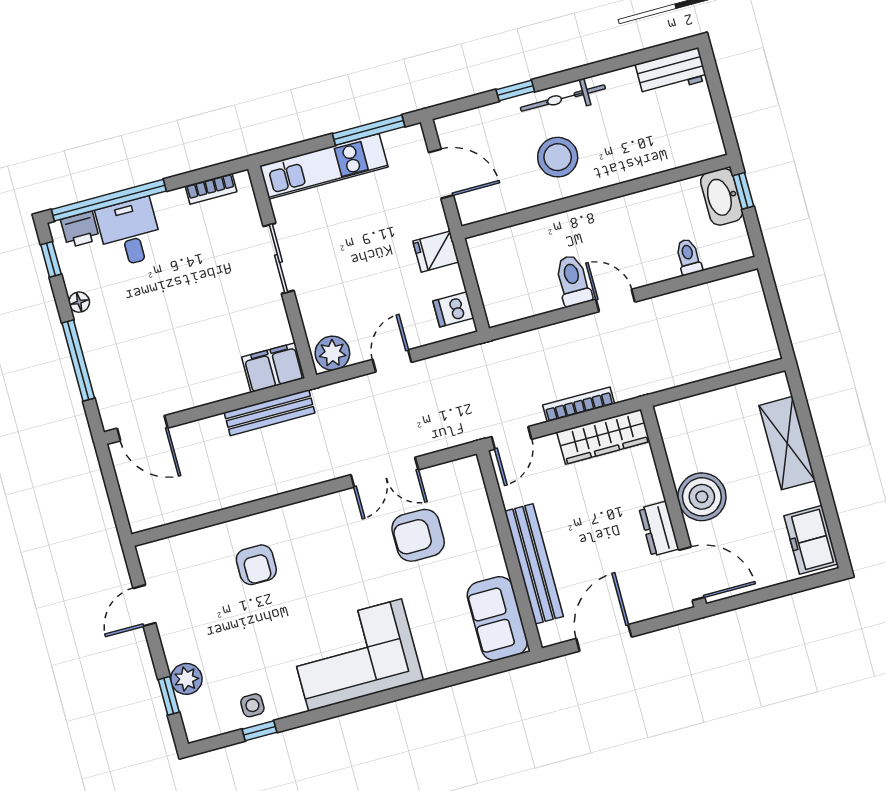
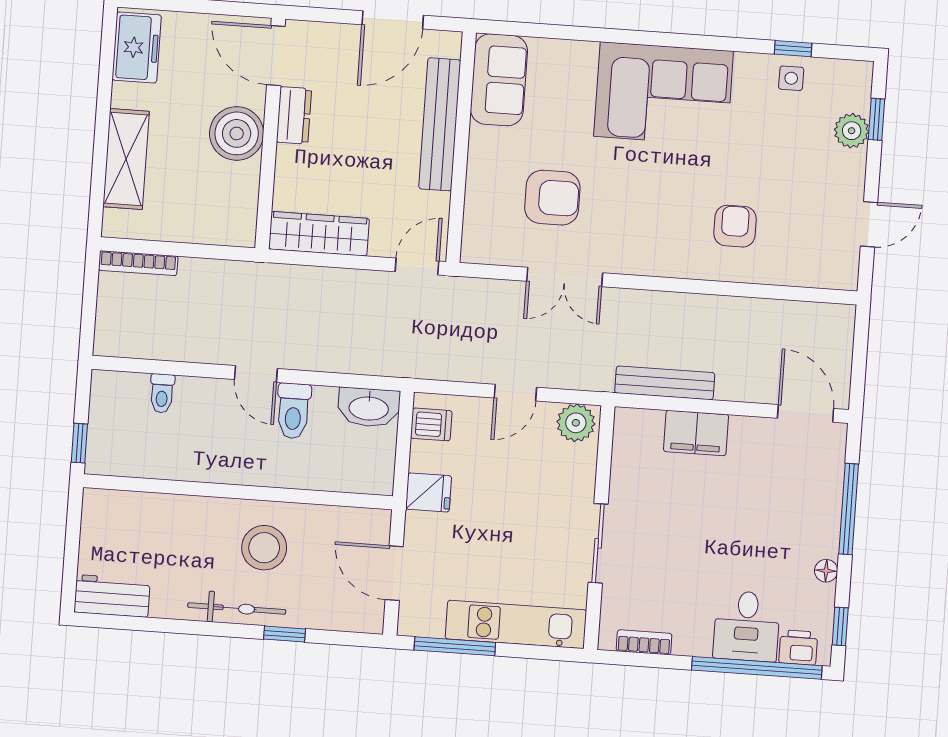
washbasin: (722, 197) -> (369, 407), moved, turned 90
filing cabinet: (273, 368) -> (696, 433), moved
bookcase: (579, 404) -> (138, 263), moved
double door: (385, 472) -> (565, 277), swing flipped

